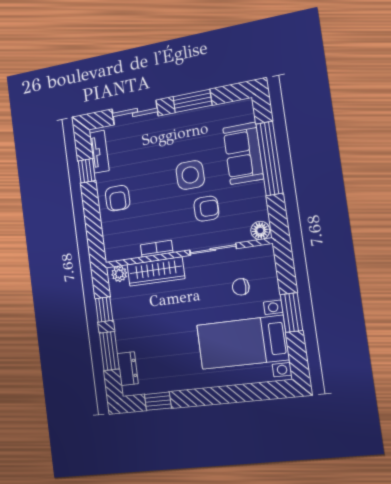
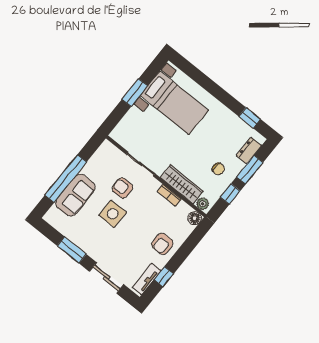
armchair: (118, 198) -> (162, 244), turned 180
floor lamp: (260, 230) -> (195, 218), moved
chair: (241, 287) -> (218, 169), moved

